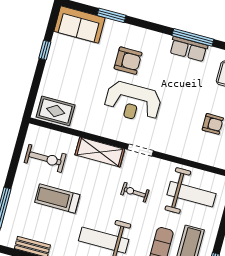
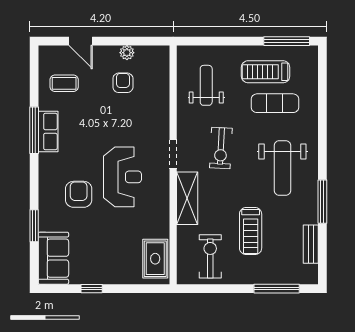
exercise bike: (135, 192) -> (221, 148), width x1.38, depth x1.39
weight bench: (192, 194) -> (206, 85), width x0.73, depth x0.75

